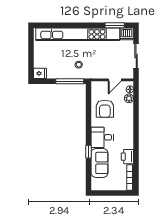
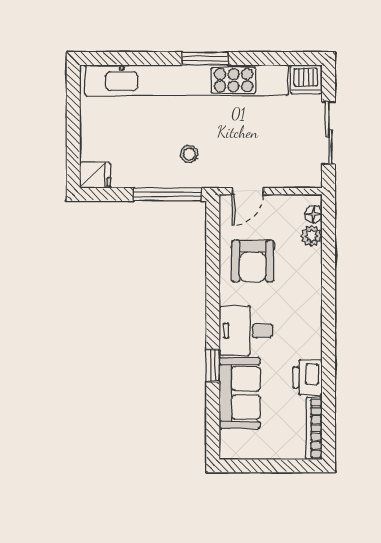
window: (115, 25) -> (205, 58), moved
door: (115, 80) -> (248, 191), moved

